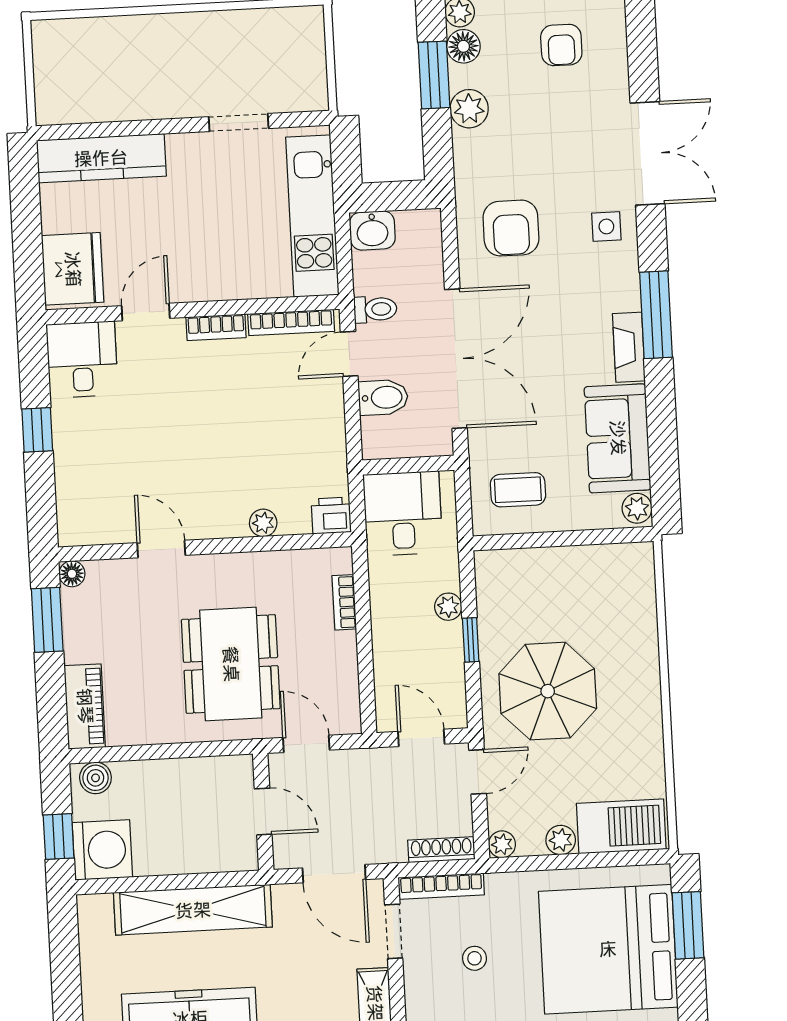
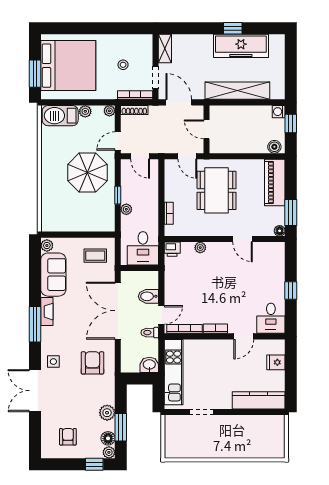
fridge: (73, 269) -> (276, 362), width x0.53, depth x0.75
piano: (85, 706) -> (275, 182), width x1.37, depth x1.33
washing machine: (102, 850) -> (279, 112), width x0.53, depth x0.53

